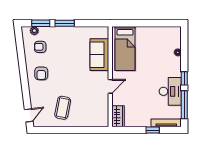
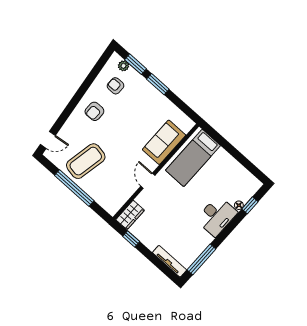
window: (184, 78) -> (250, 205), moved
door: (110, 86) -> (148, 181), swing flipped
desk: (170, 91) -> (217, 216), moved
coffee table: (63, 108) -> (86, 161), width x1.36, depth x1.32
window: (70, 130) -> (74, 188), added
window: (153, 130) -> (131, 239), moved

